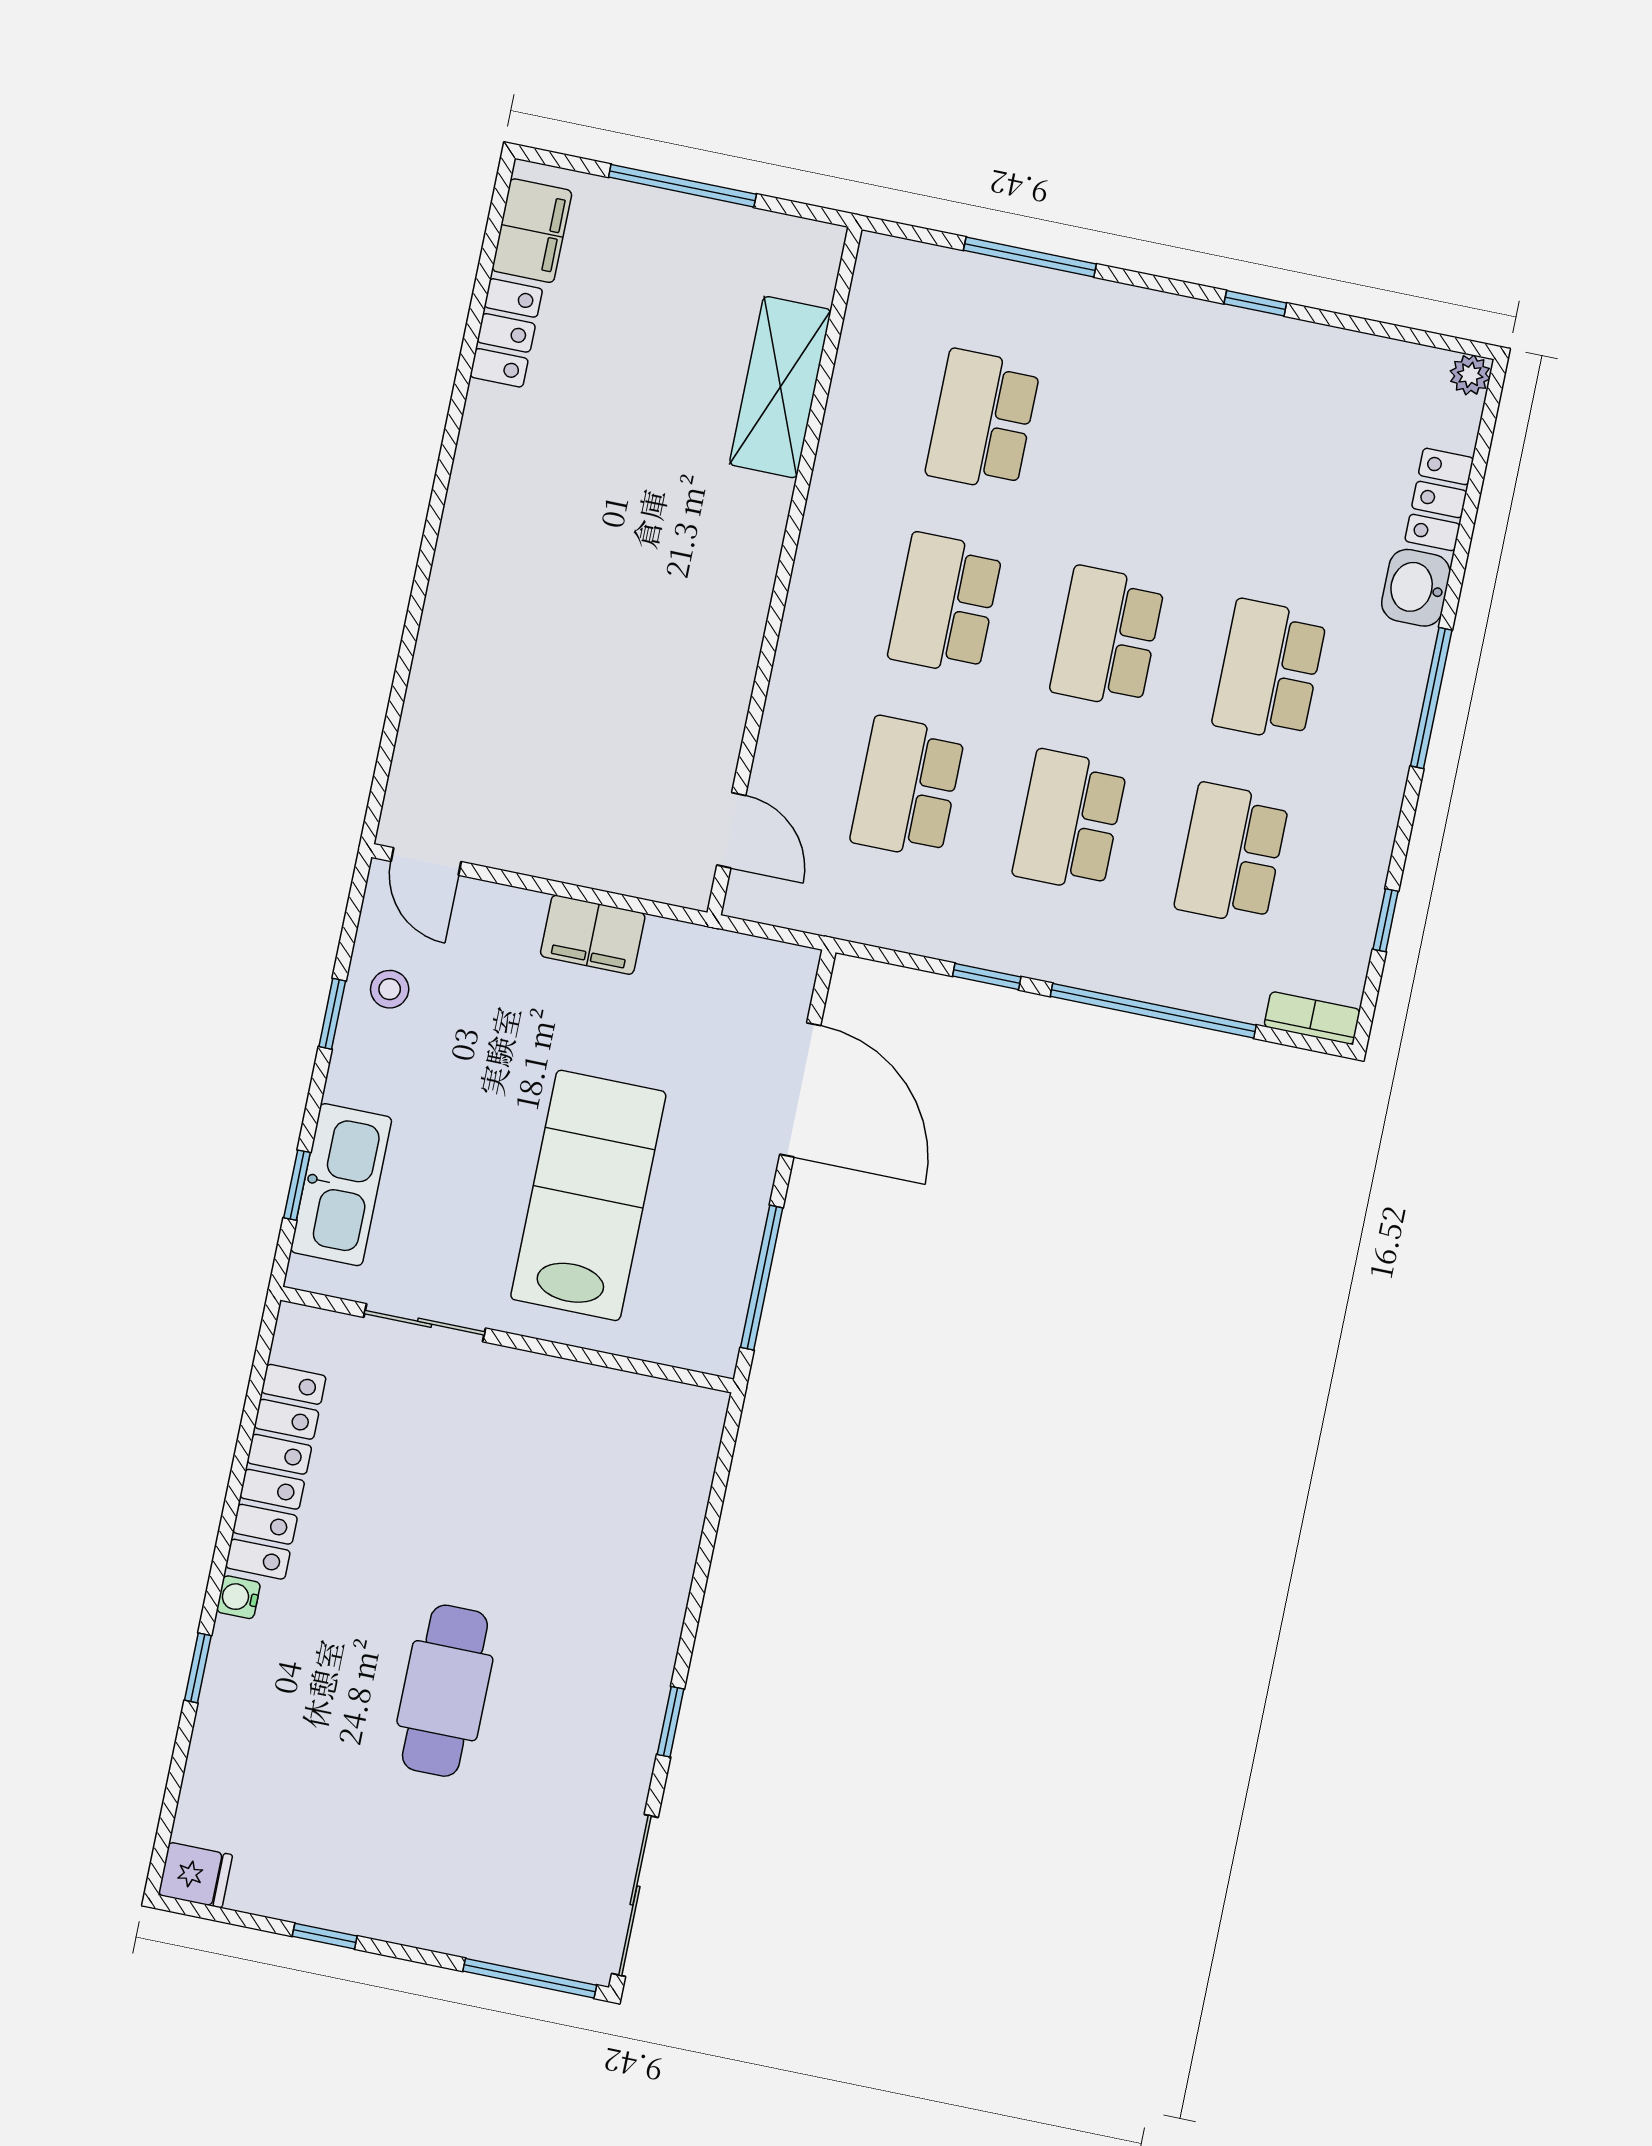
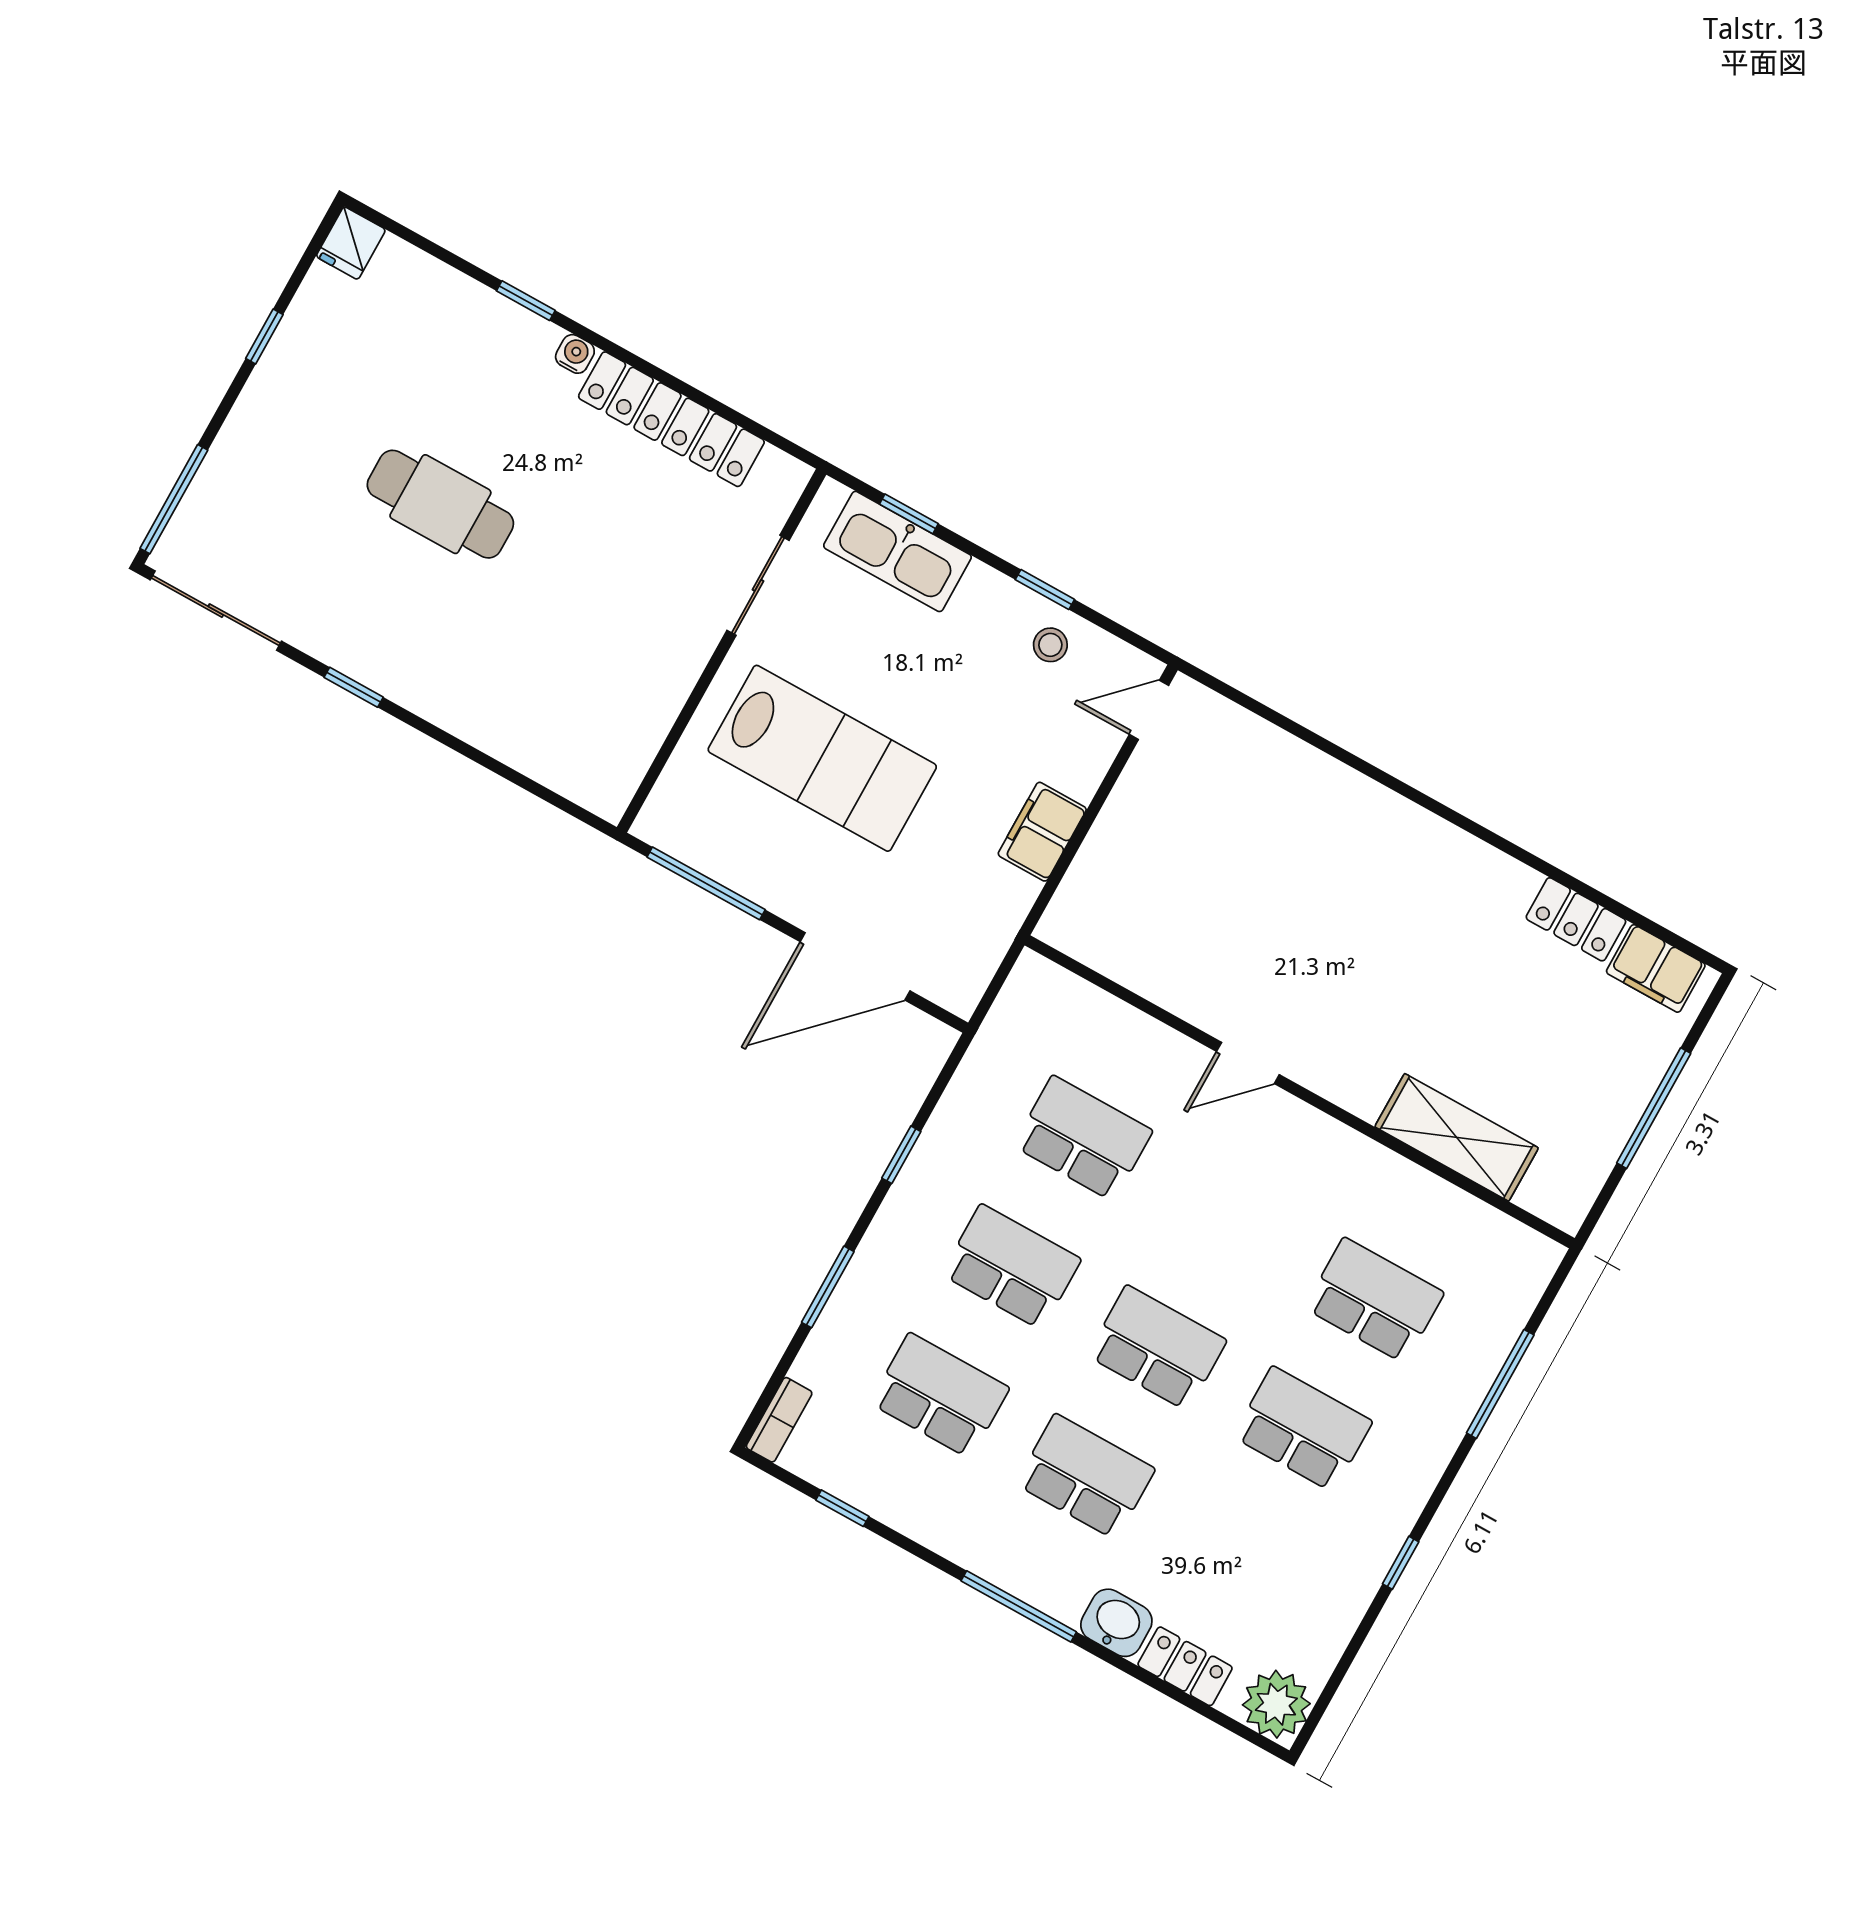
plant: (1470, 375) -> (1276, 1704), width x1.87, depth x1.87
school desk: (945, 604) -> (1303, 1429), moved
door: (731, 830) -> (1248, 1063), moved
window: (1153, 1011) -> (828, 1287), width x0.47

